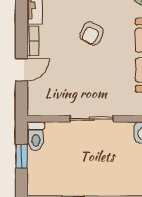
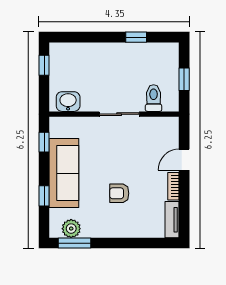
armchair: (91, 33) -> (119, 193), turned -117
toilet: (36, 136) -> (154, 98), moved

